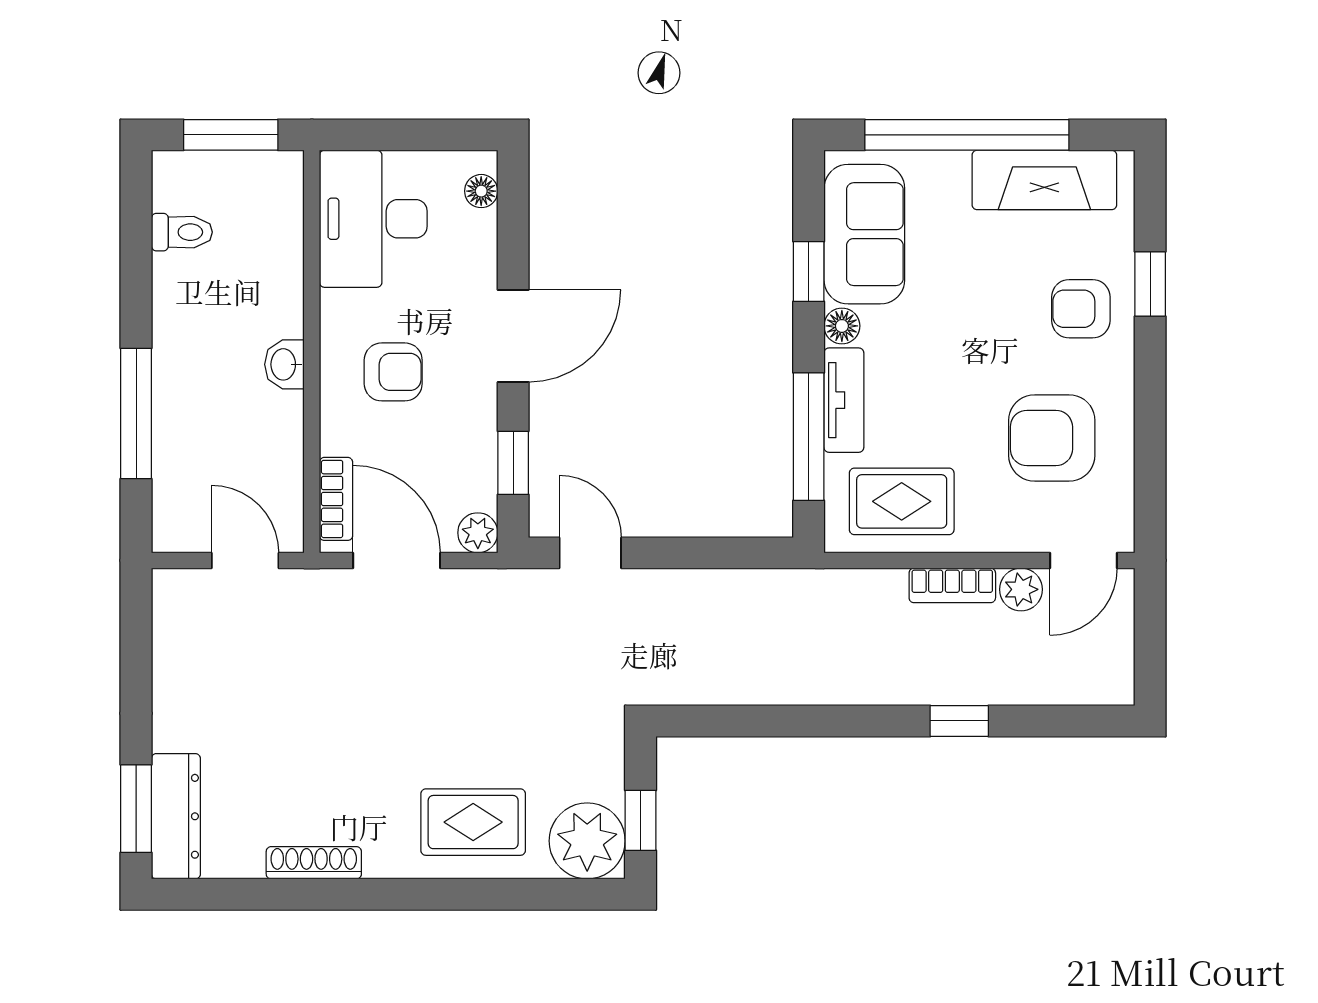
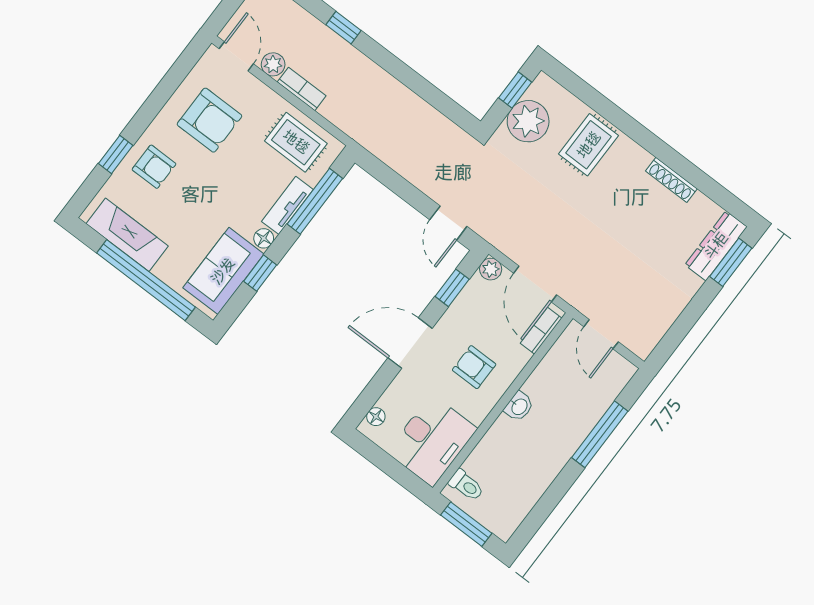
toilet: (182, 232) -> (466, 485), moved, turned 180
door: (1083, 560) -> (236, 56), hinge flipped
rug: (473, 822) -> (589, 145), turned 90
plant: (587, 841) -> (528, 121), moved

